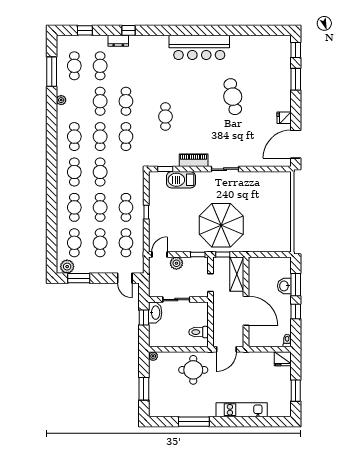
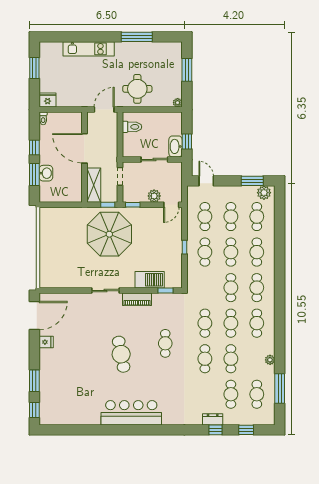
window: (129, 30) -> (216, 430), moved
cafe table: (233, 97) -> (121, 354), moved

